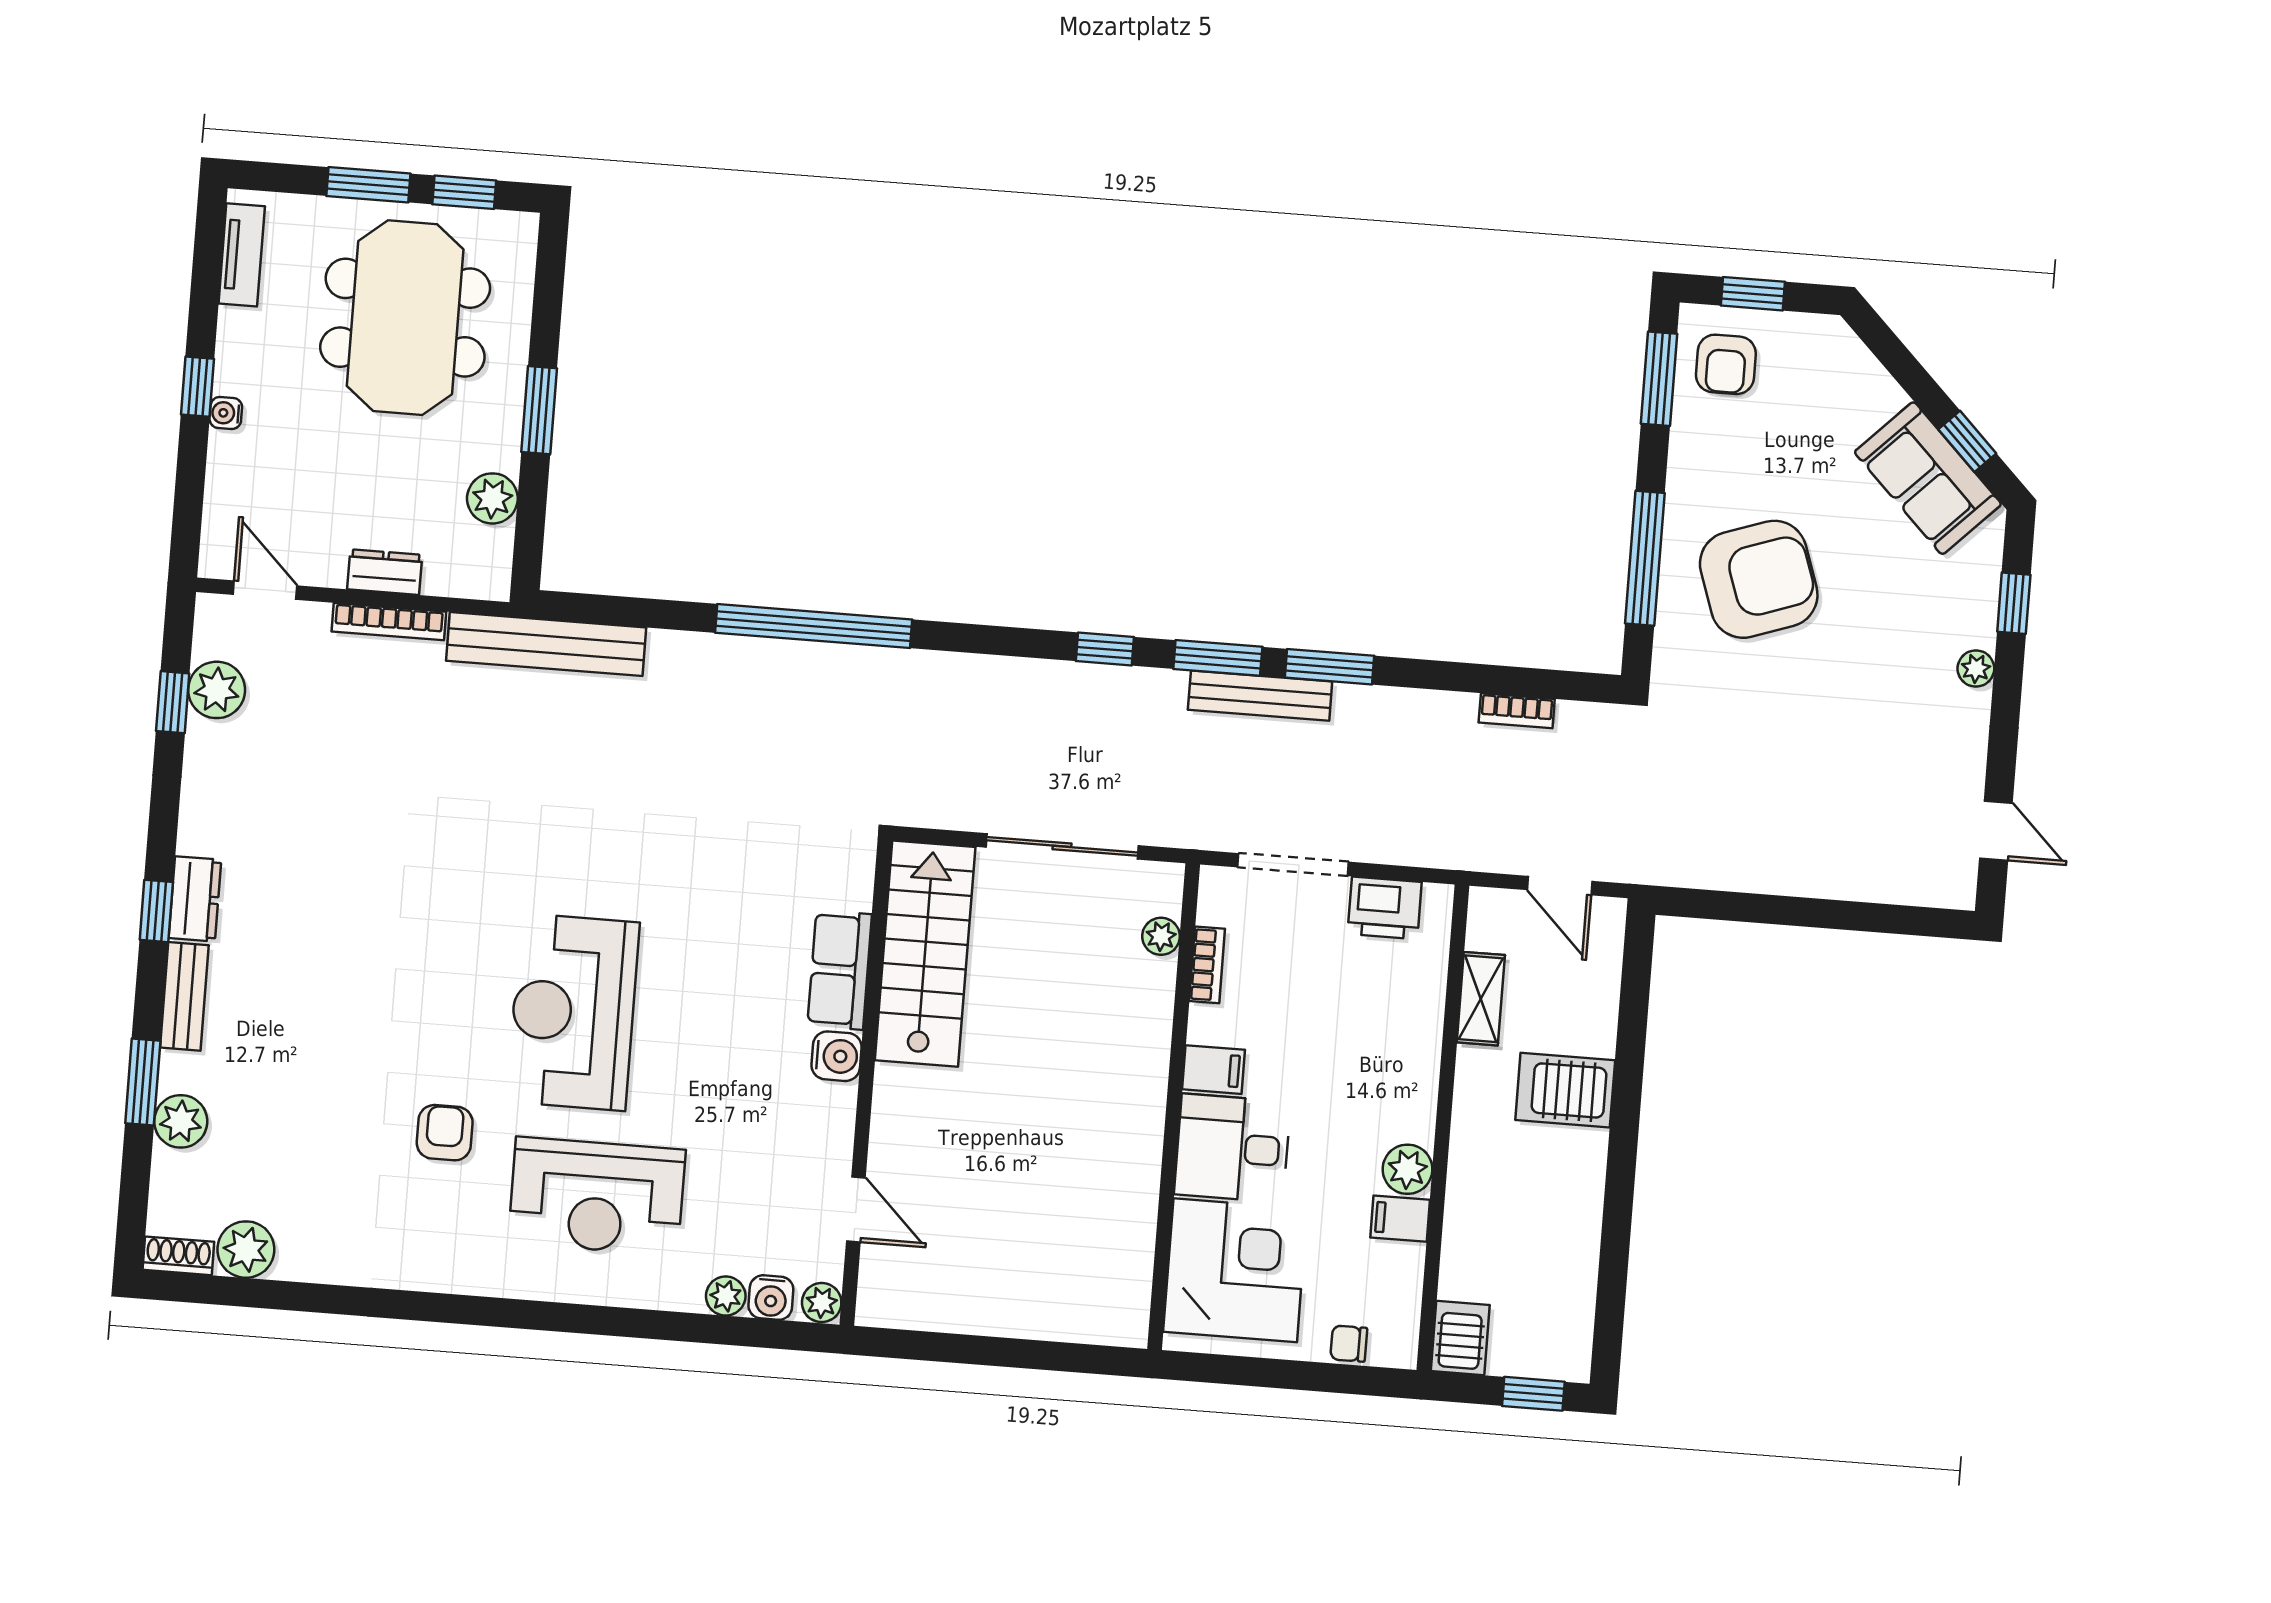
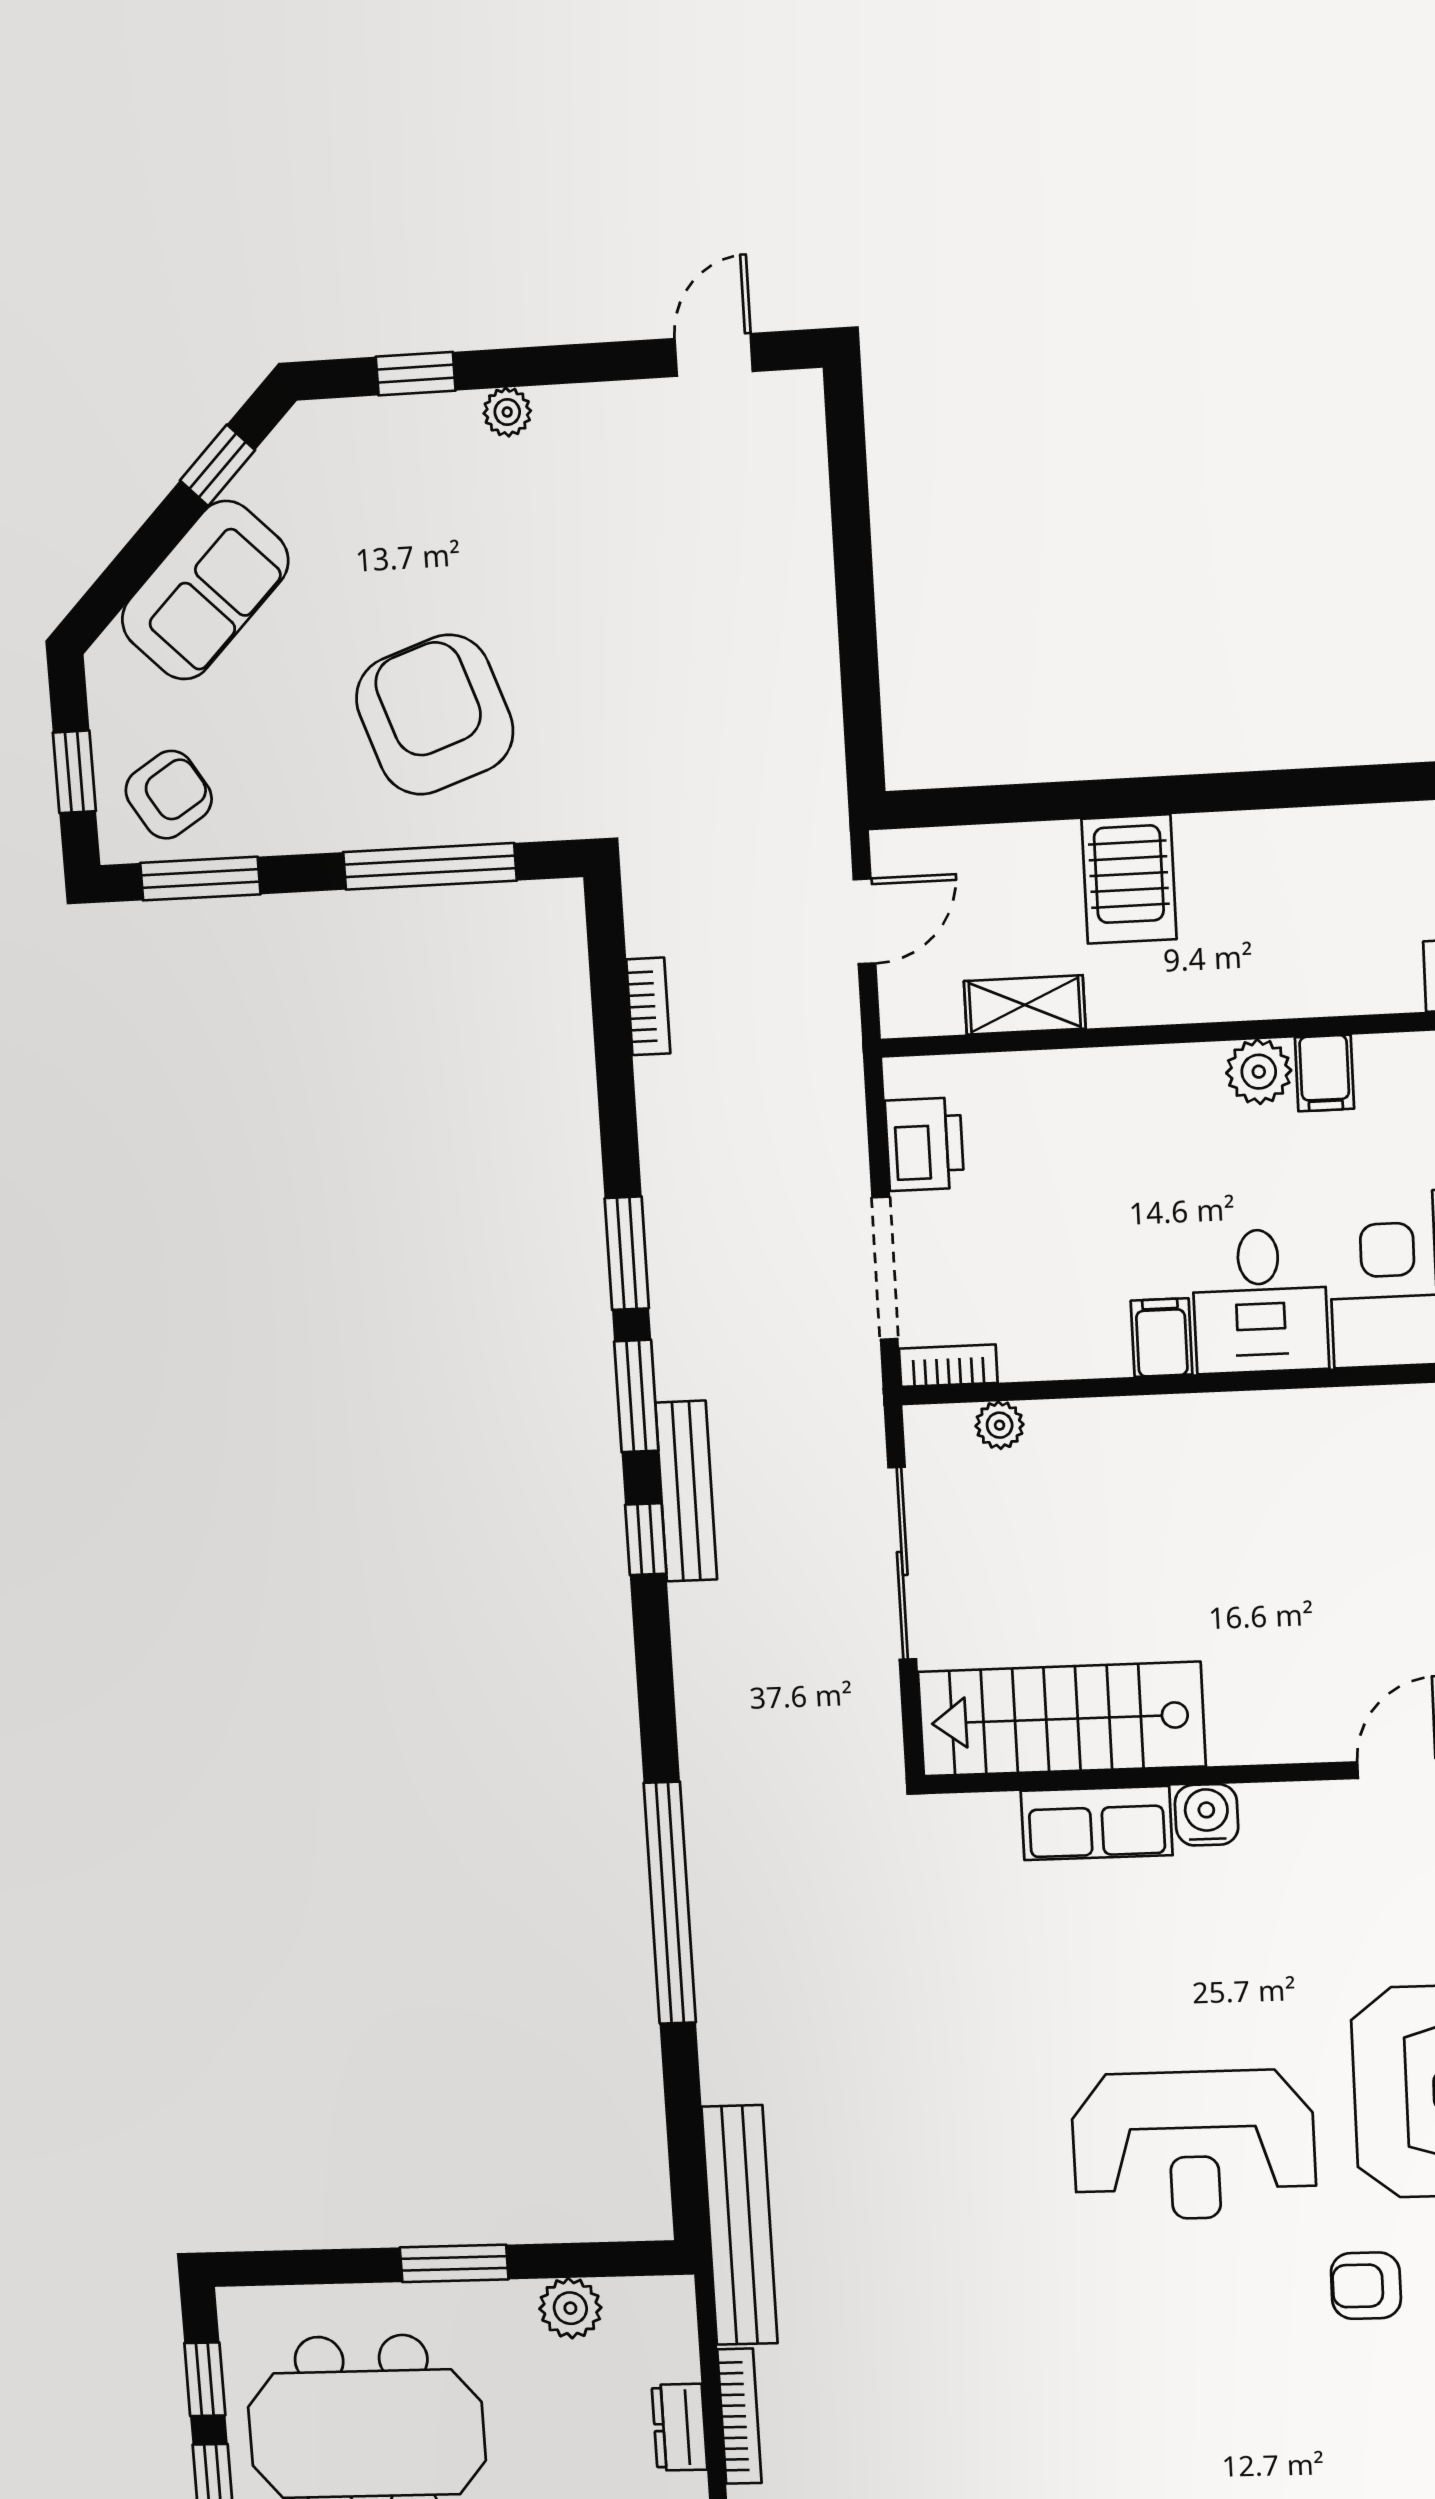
armchair: (1726, 364) -> (169, 795), turned -32
sofa: (1928, 478) -> (205, 590), moved
bench: (1260, 696) -> (686, 1491), moved
bookcase: (1207, 965) -> (948, 1366), moved

